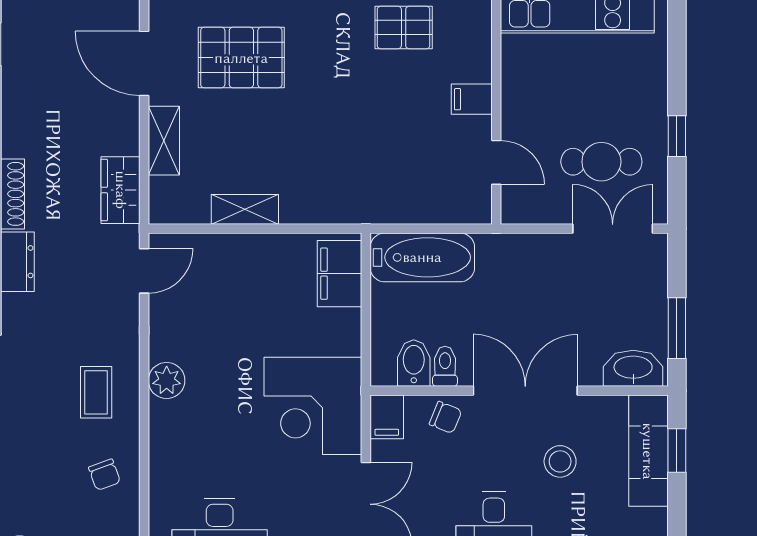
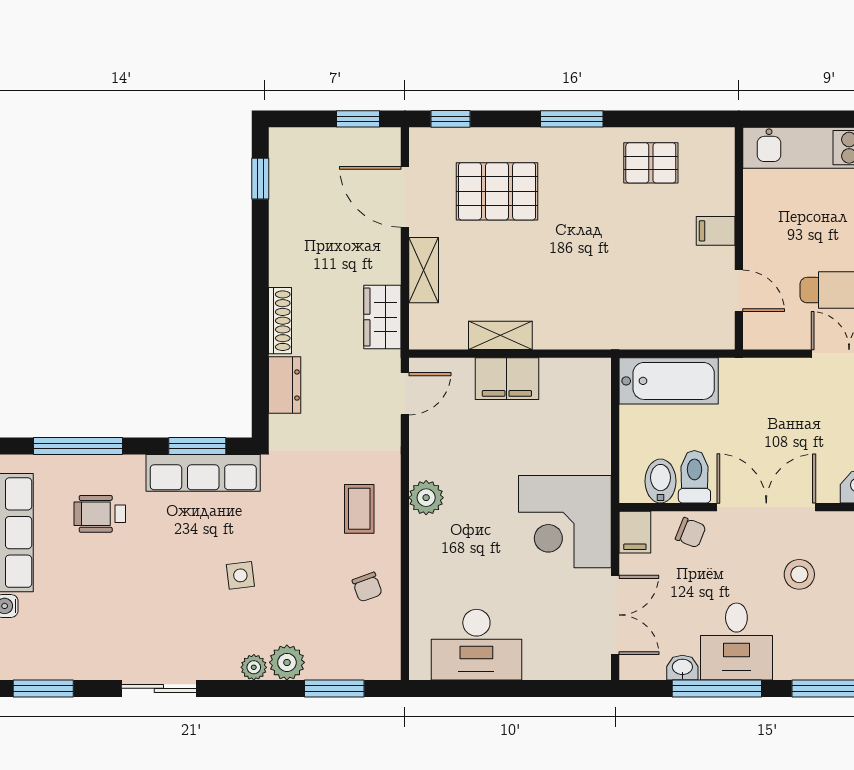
filing cabinet: (340, 274) -> (507, 379), moved, turned -90
toilet: (445, 366) -> (694, 477), width x1.37, depth x1.39

